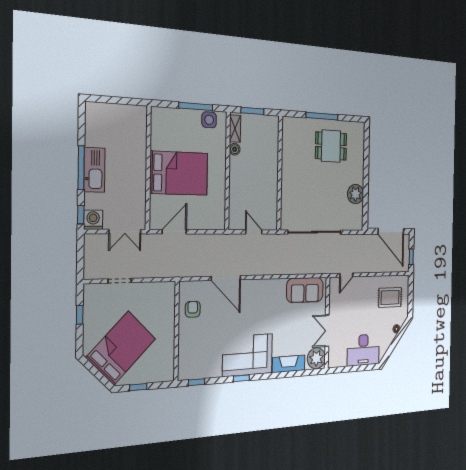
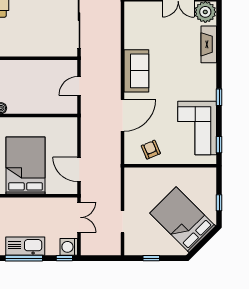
sofa: (305, 290) -> (136, 71), moved
armchair: (193, 309) -> (151, 150), turned 67
corner sofa: (248, 355) -> (197, 128), moved

